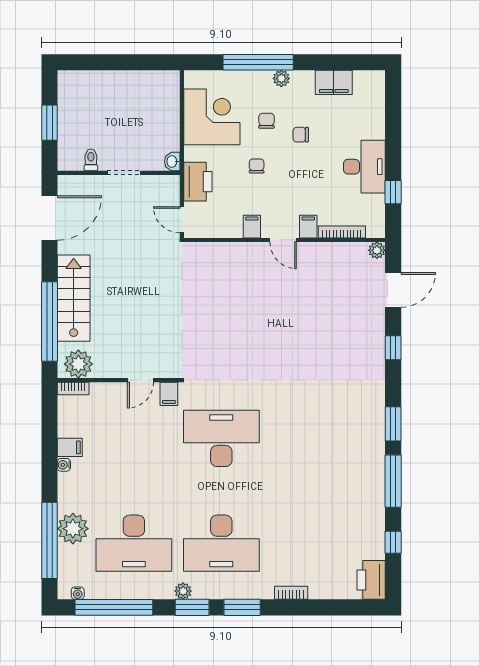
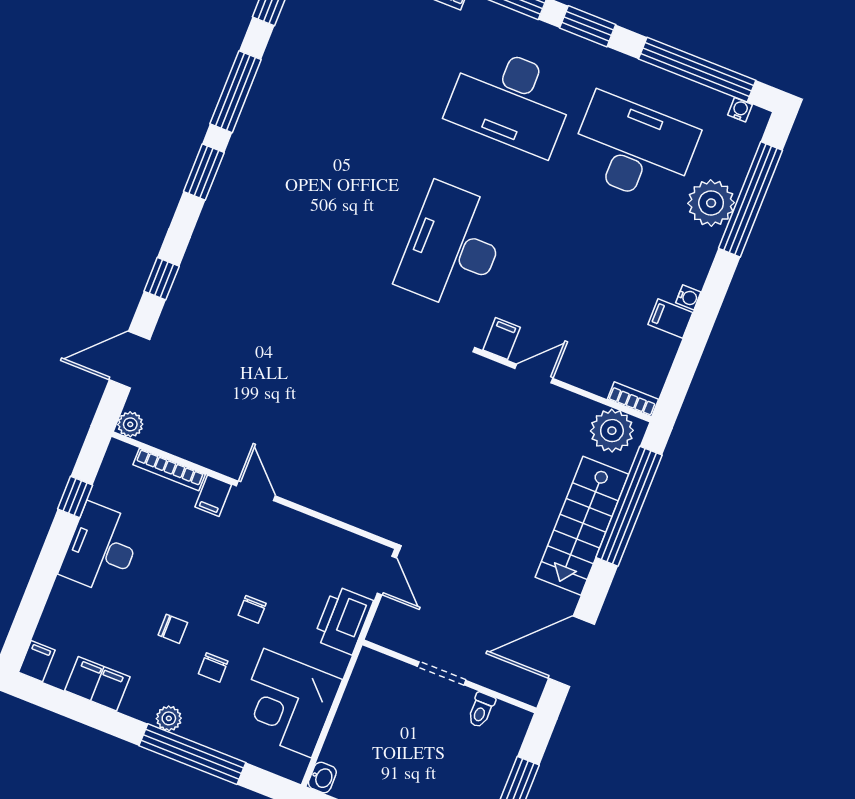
washbasin: (172, 161) -> (322, 778), moved
filing cabinet: (252, 227) -> (37, 661), moved, turned 180
desk: (221, 438) -> (453, 247), turned 90
desk: (221, 543) -> (511, 100), turned 180
plant: (183, 591) -> (591, 54), removed

